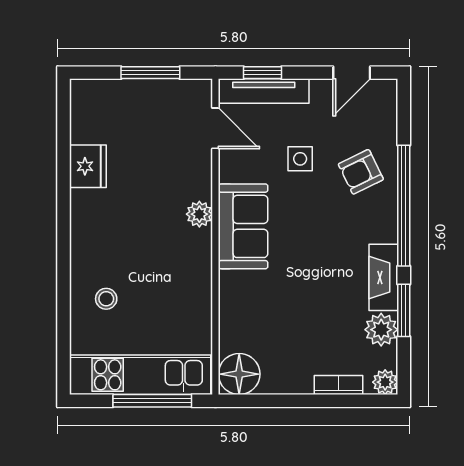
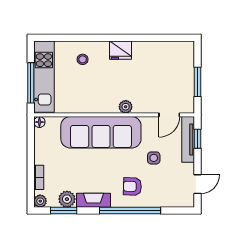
door: (352, 73) -> (197, 184), swing flipped
fridge: (88, 166) -> (121, 50), moved
armchair: (361, 172) -> (132, 186), moved, turned -62
sofa: (243, 226) -> (101, 132), width x1.85, depth x1.27
window: (404, 310) -> (64, 211), moved
floor lamp: (239, 374) -> (39, 122), width x0.53, depth x0.53

